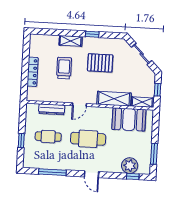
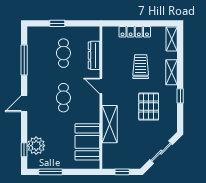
trolley: (64, 68) -> (141, 67), turned -90
shelving: (142, 102) -> (172, 39), moved
cafe table: (88, 139) -> (63, 98), width x0.73, depth x0.74

